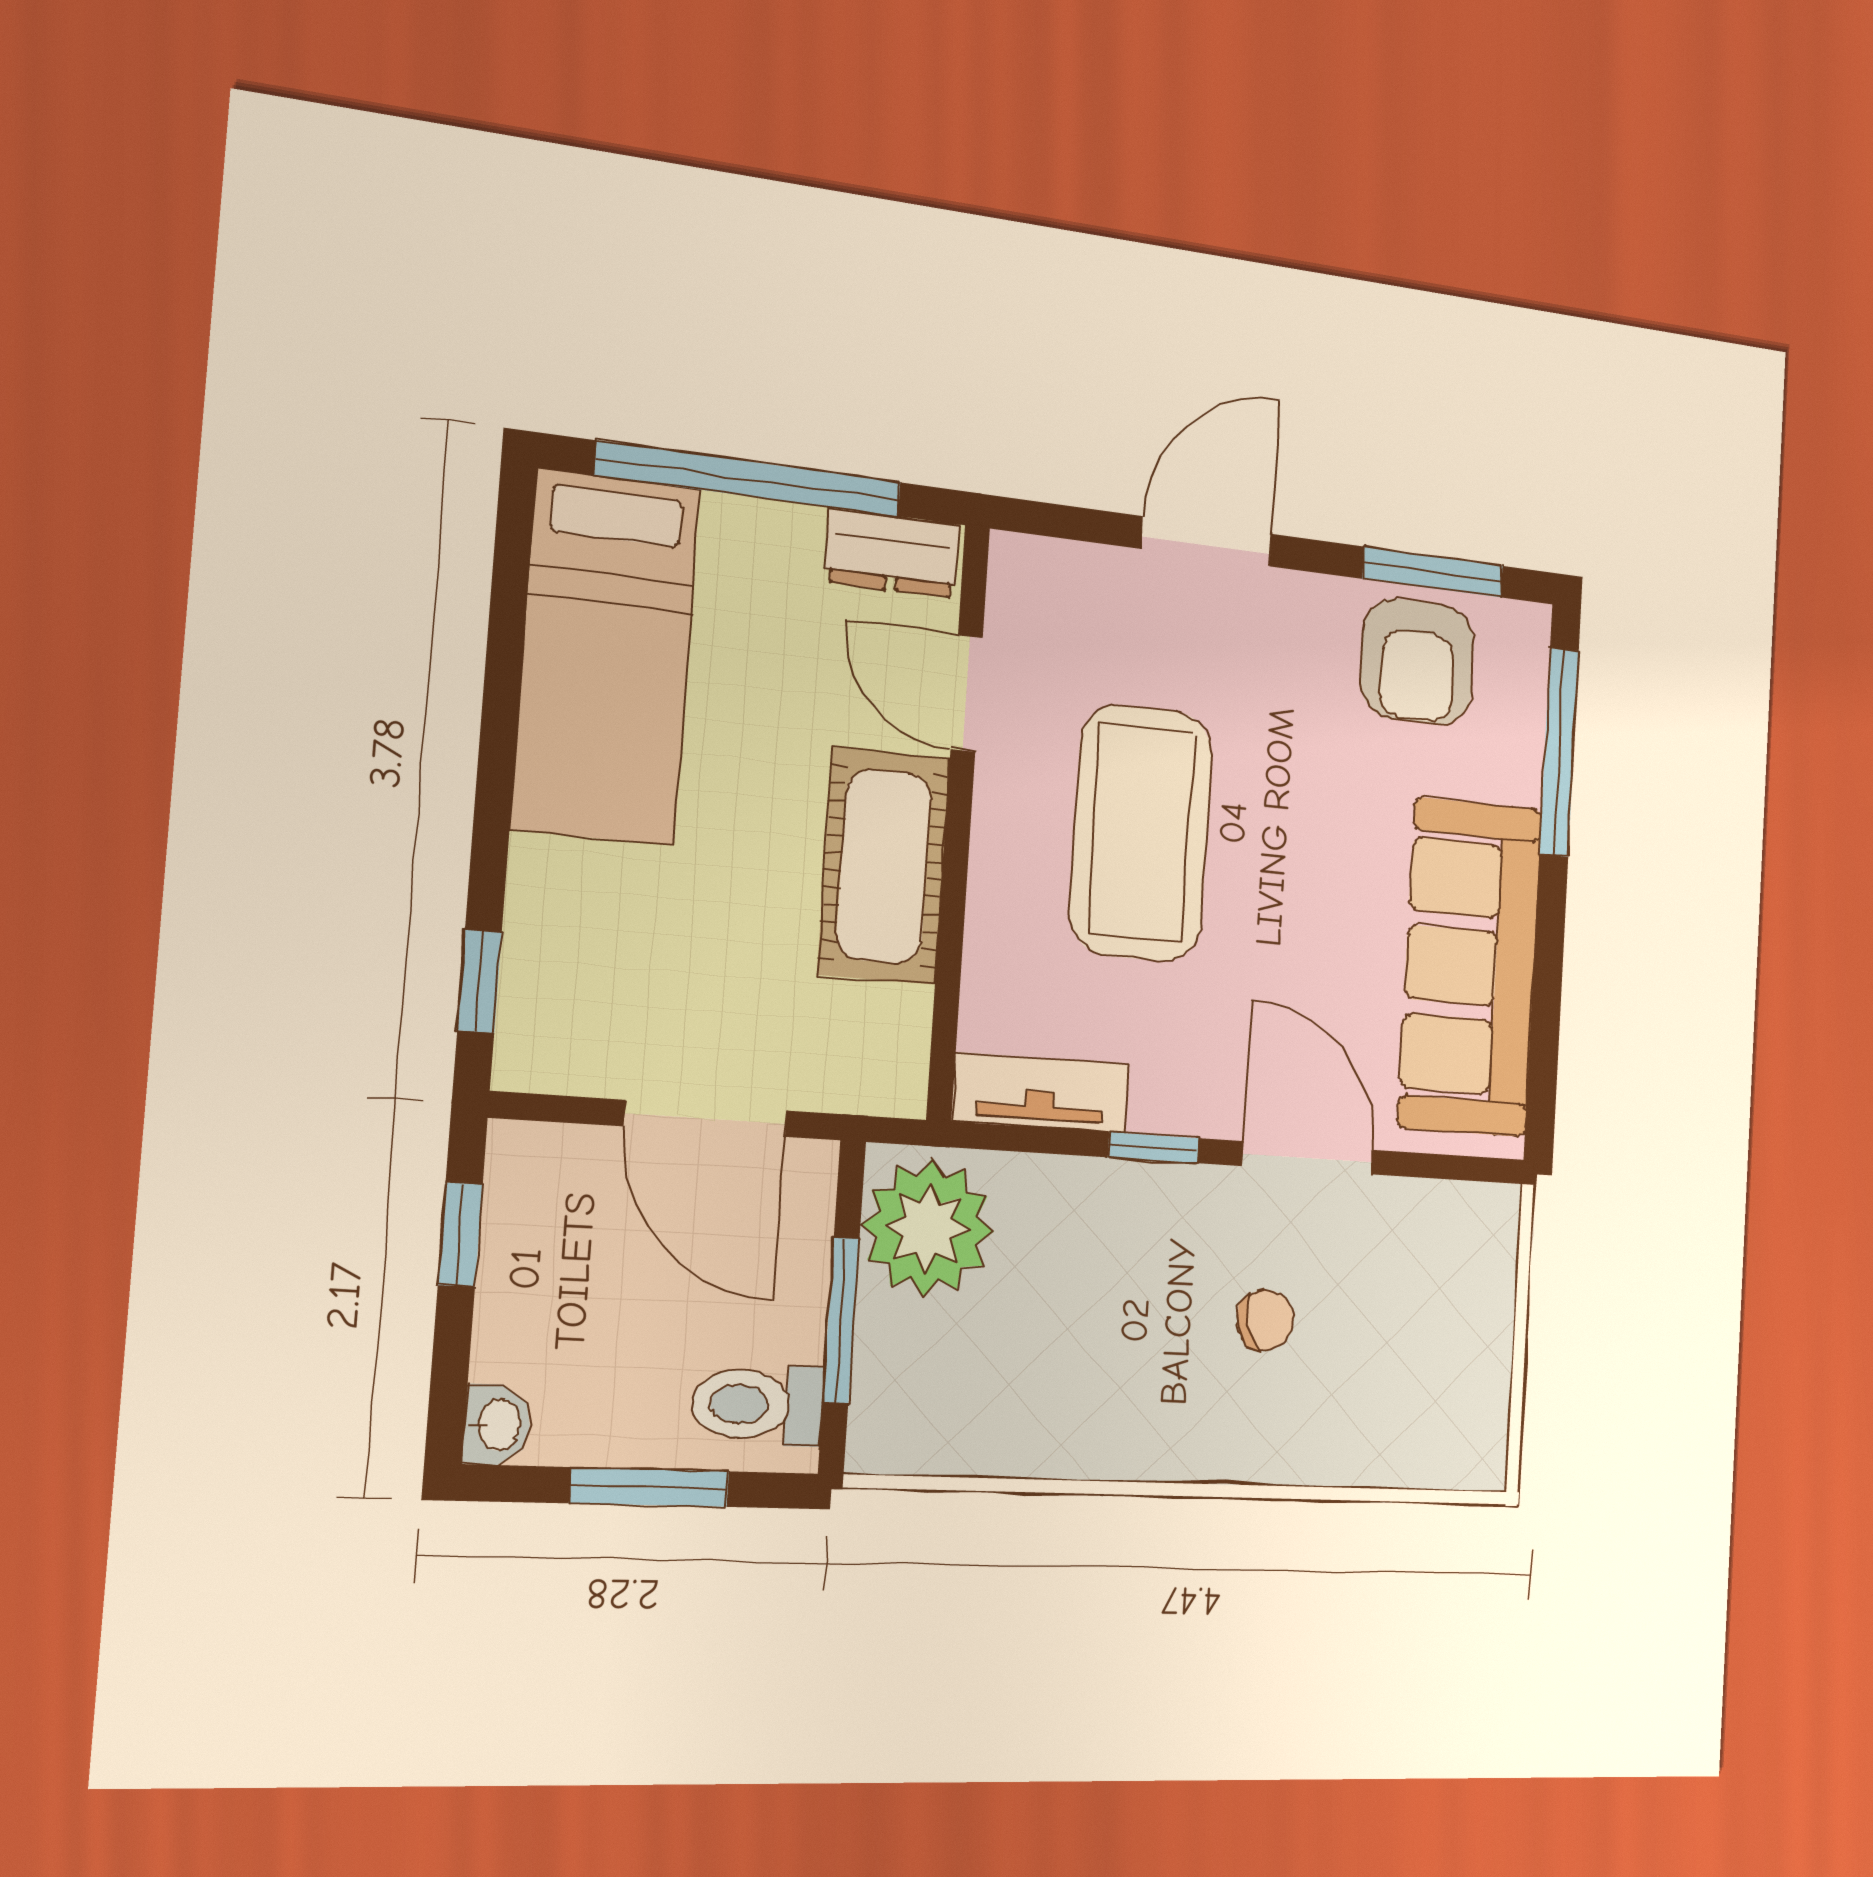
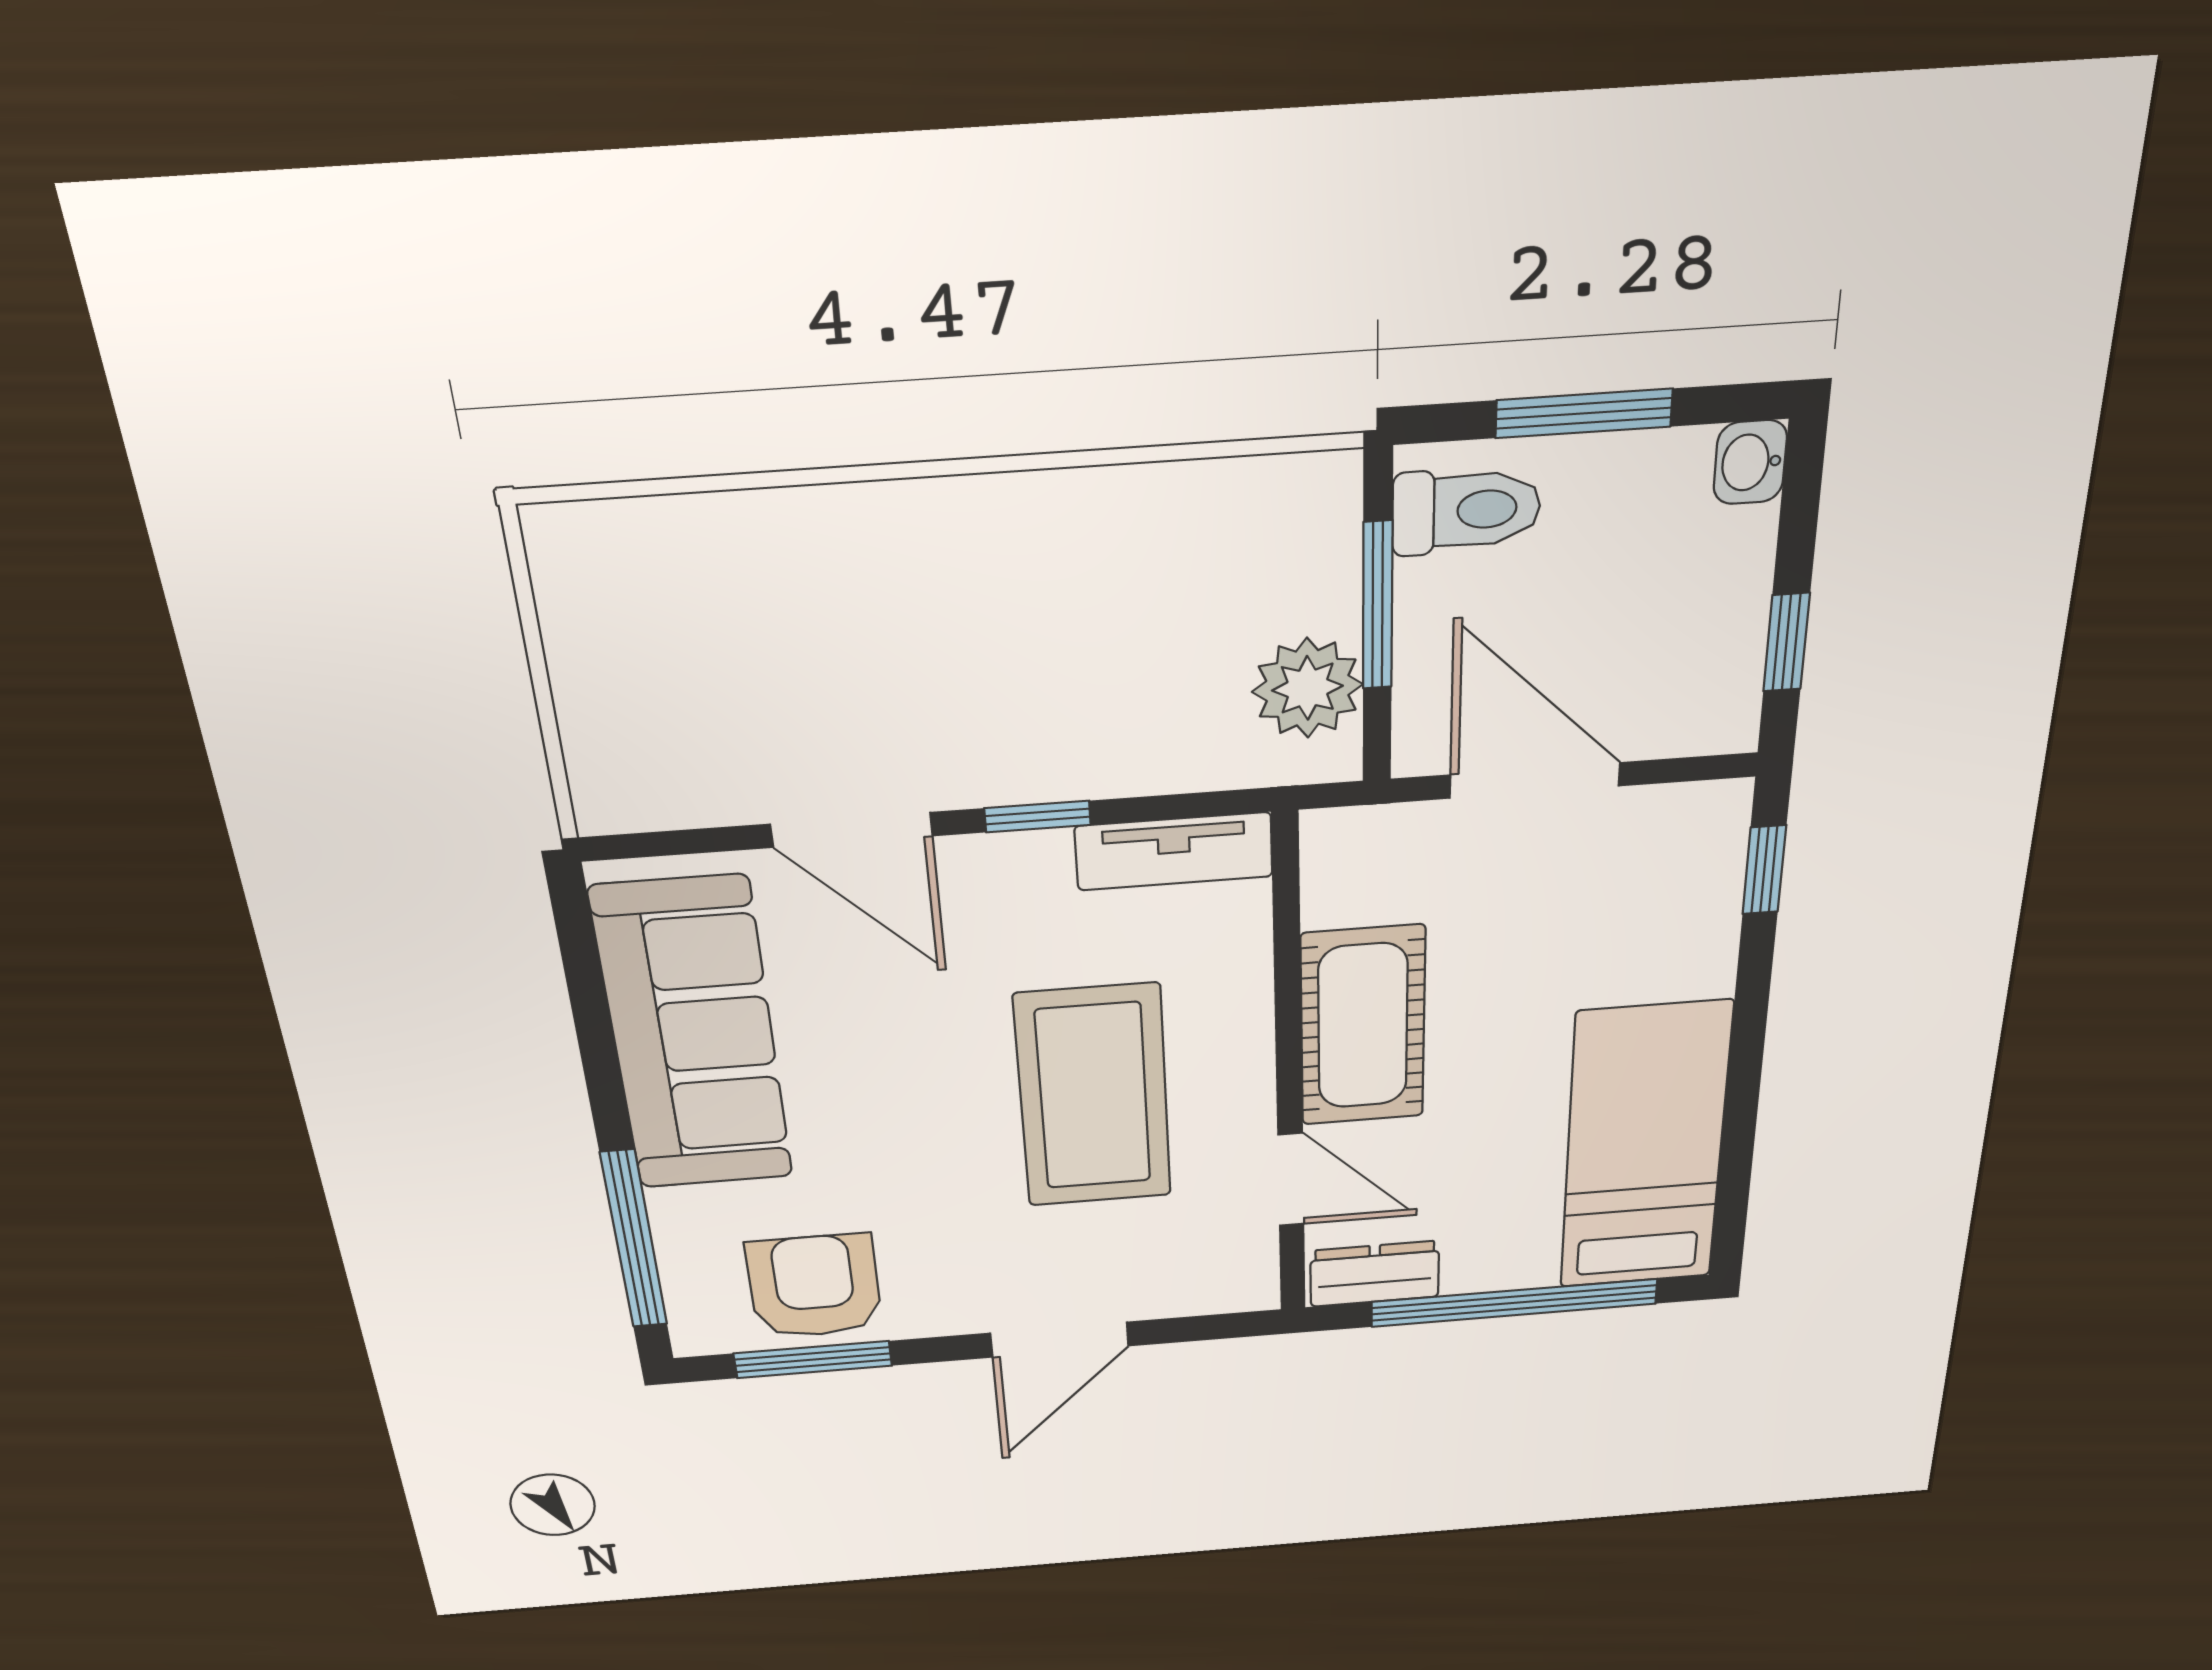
plant: (928, 1228) -> (1307, 688), width x0.73, depth x0.73
chair: (1265, 1320) -> (874, 661), removed

